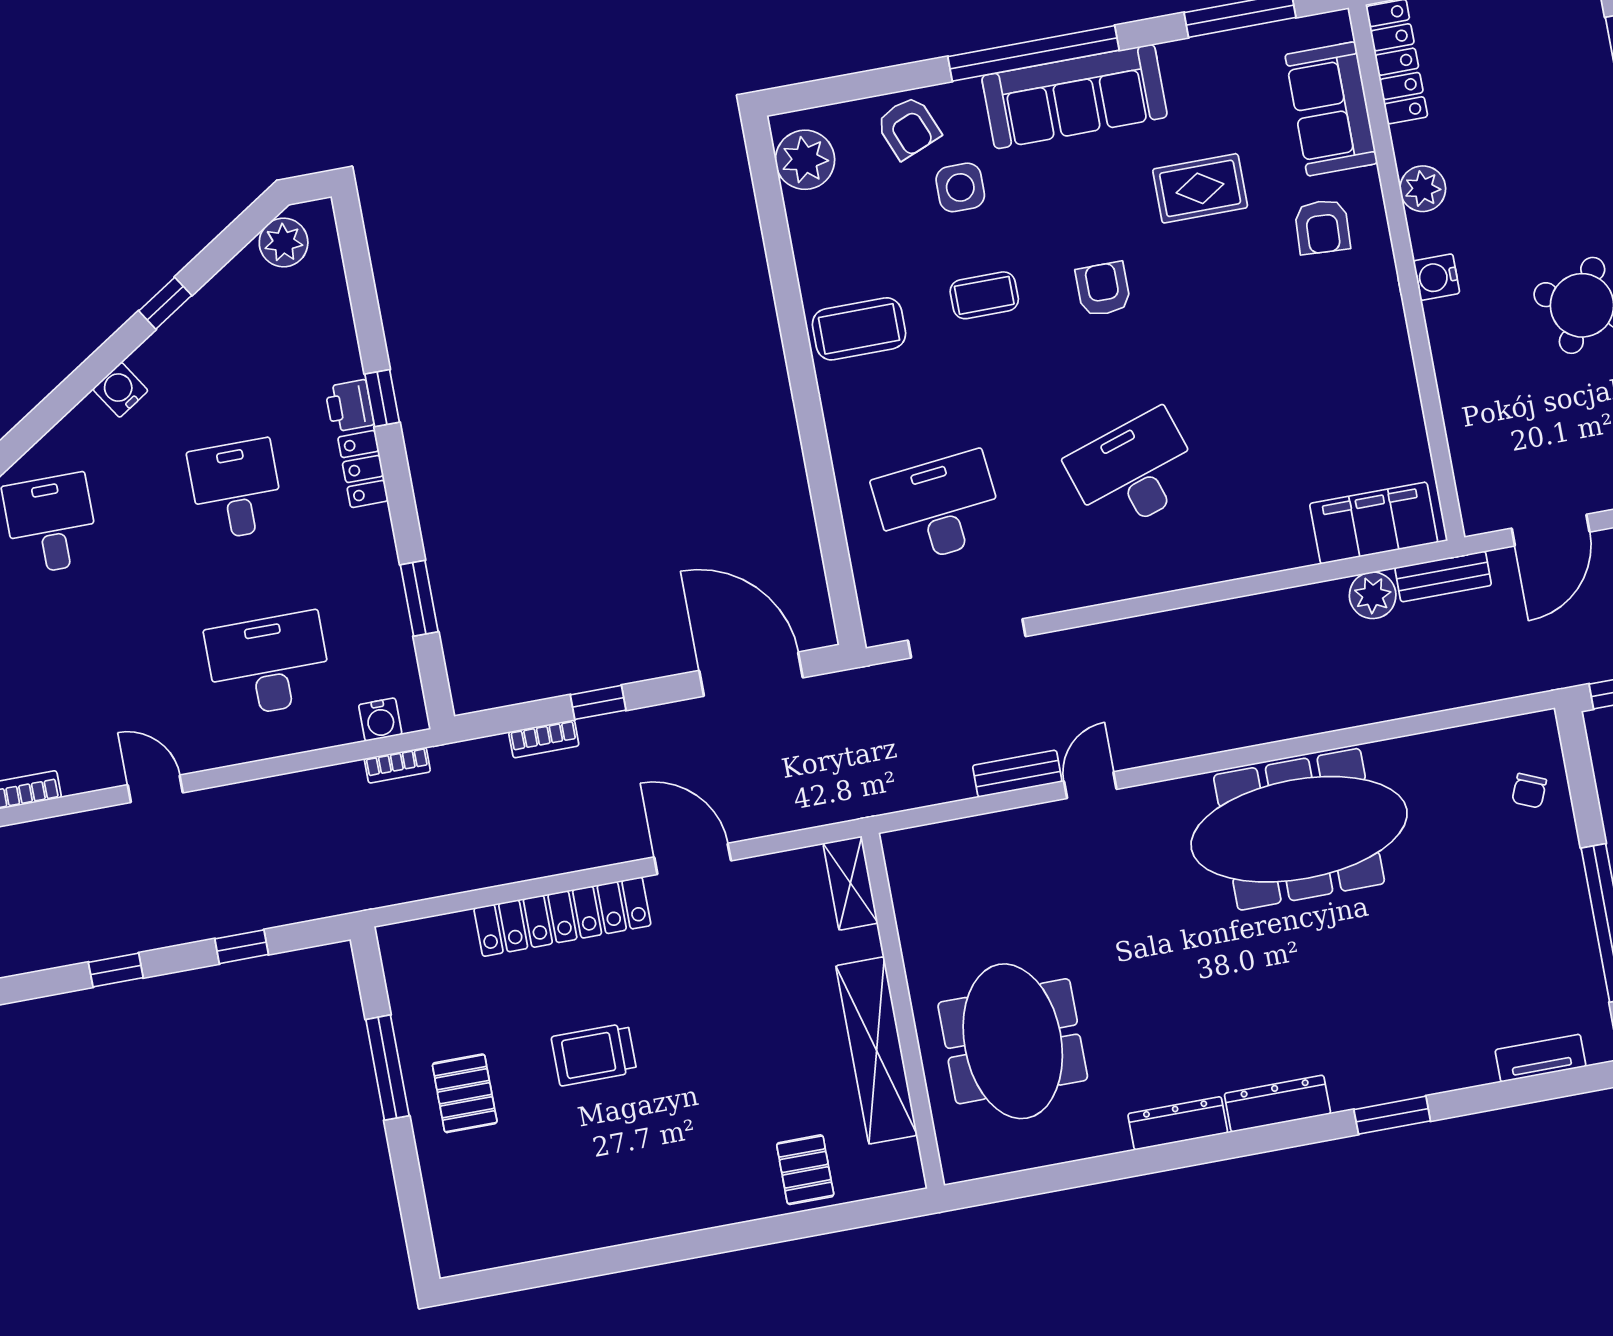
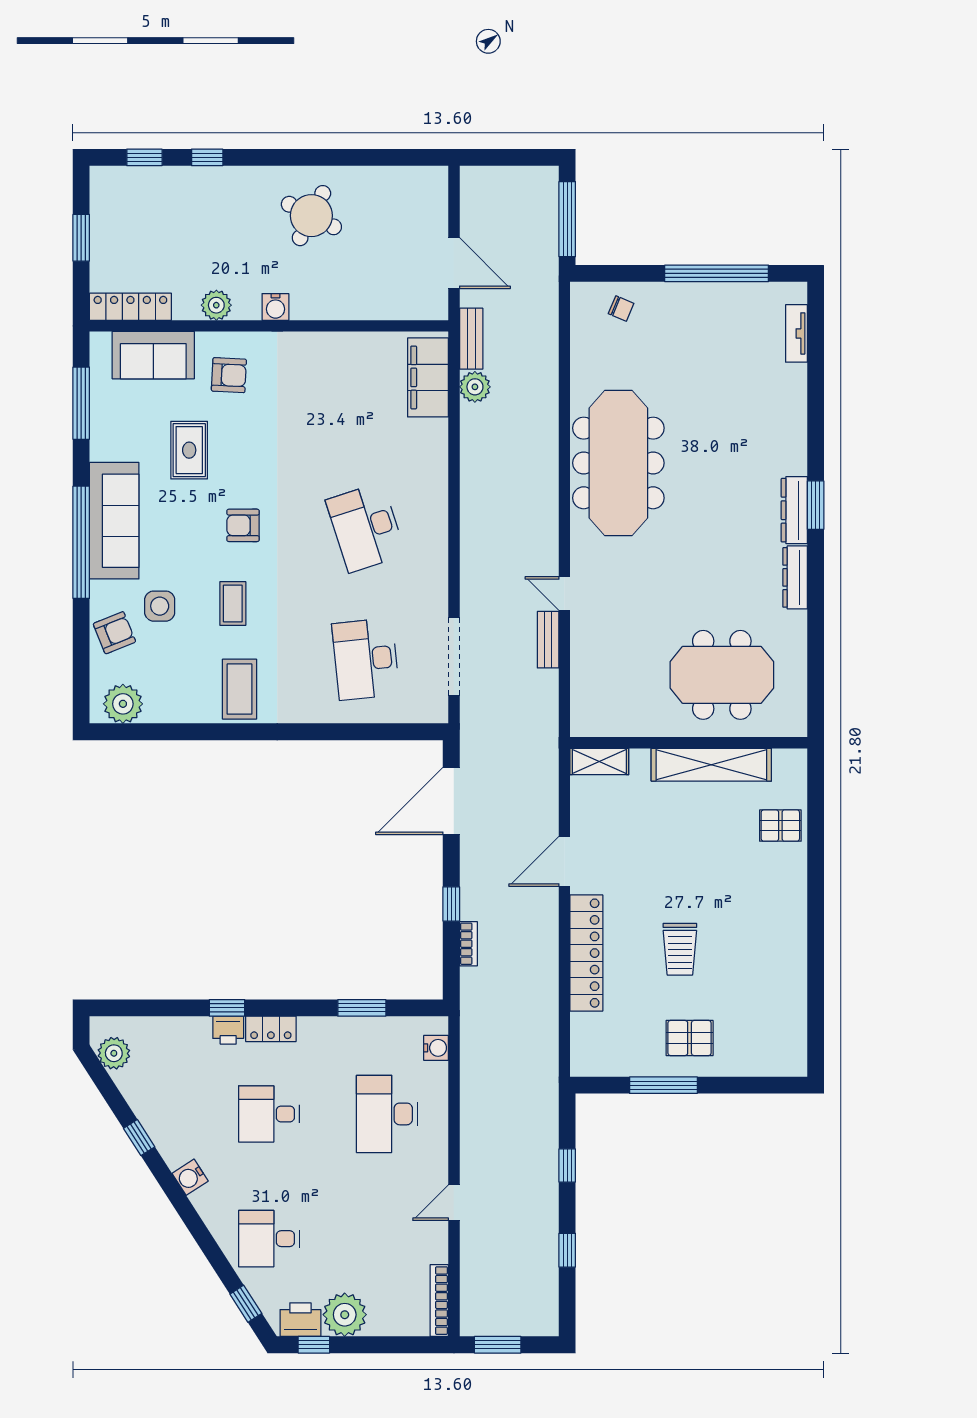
bookcase: (397, 765) -> (468, 1042), removed
window: (1392, 1115) -> (816, 505), moved

